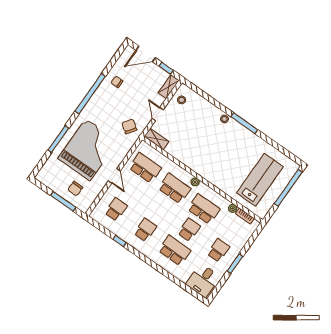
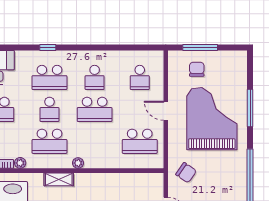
shelving: (157, 139) -> (59, 179), moved
grand piano: (88, 150) -> (212, 119), turned 180
school desk: (174, 188) -> (95, 109), moved
window: (120, 241) -> (48, 47), moved

